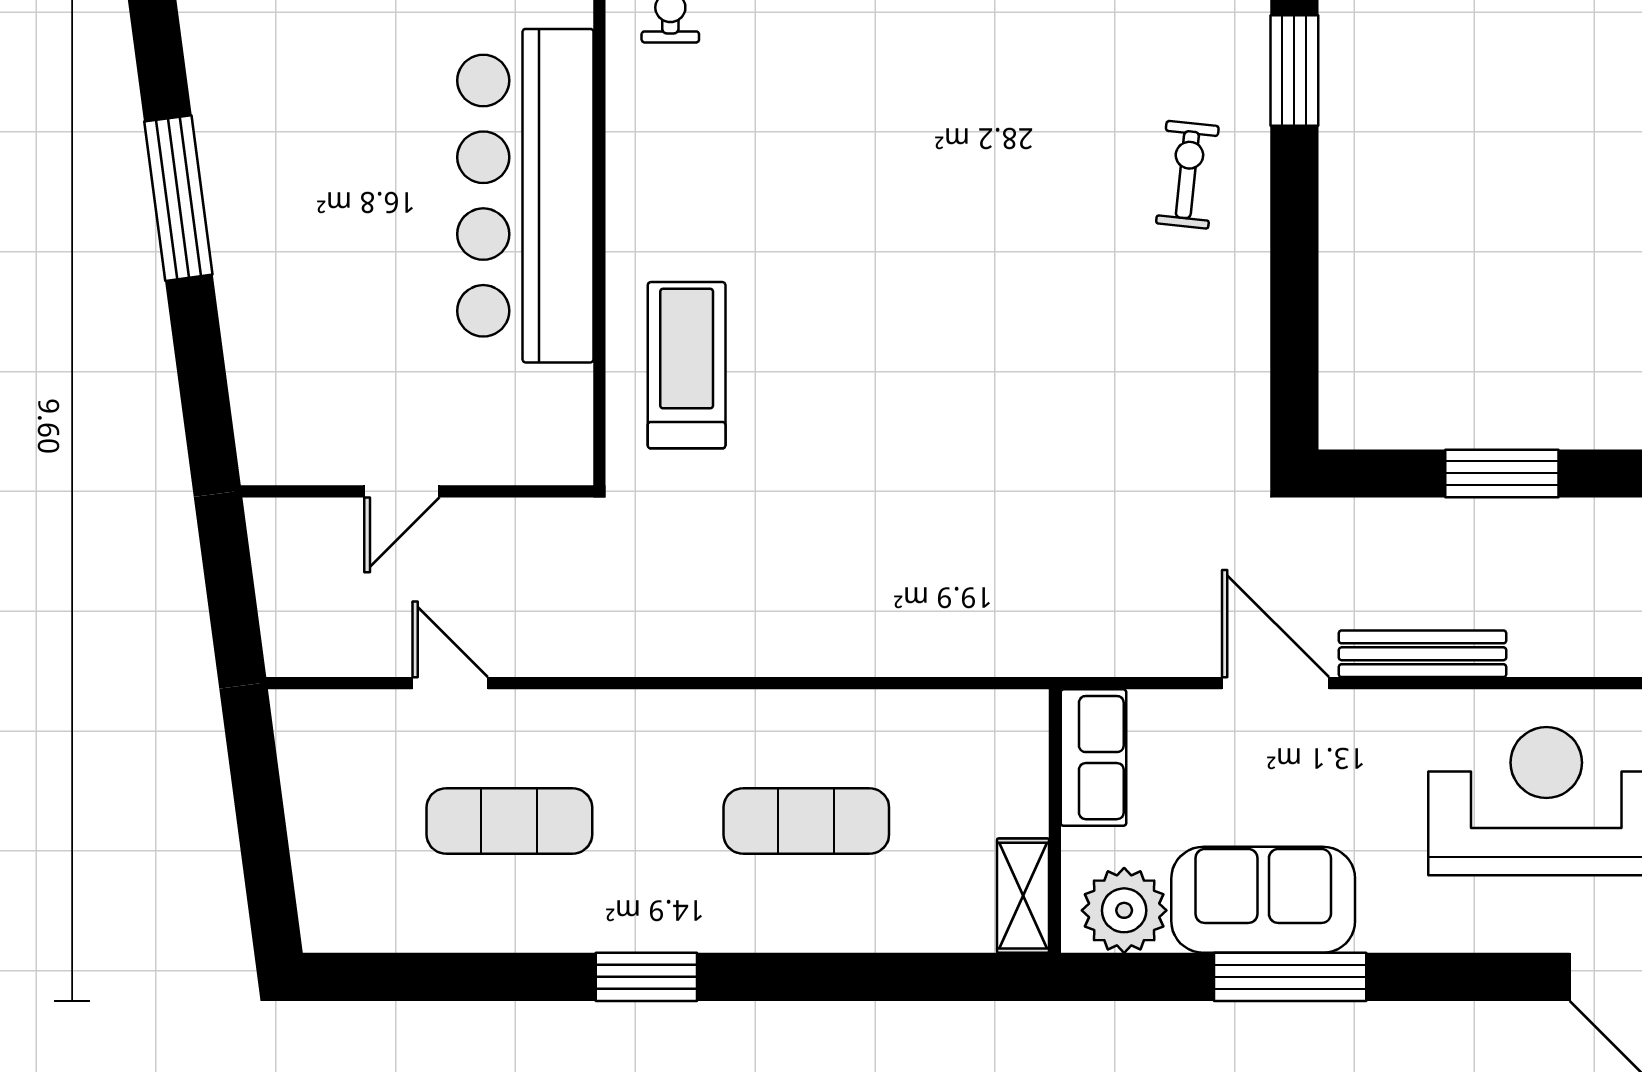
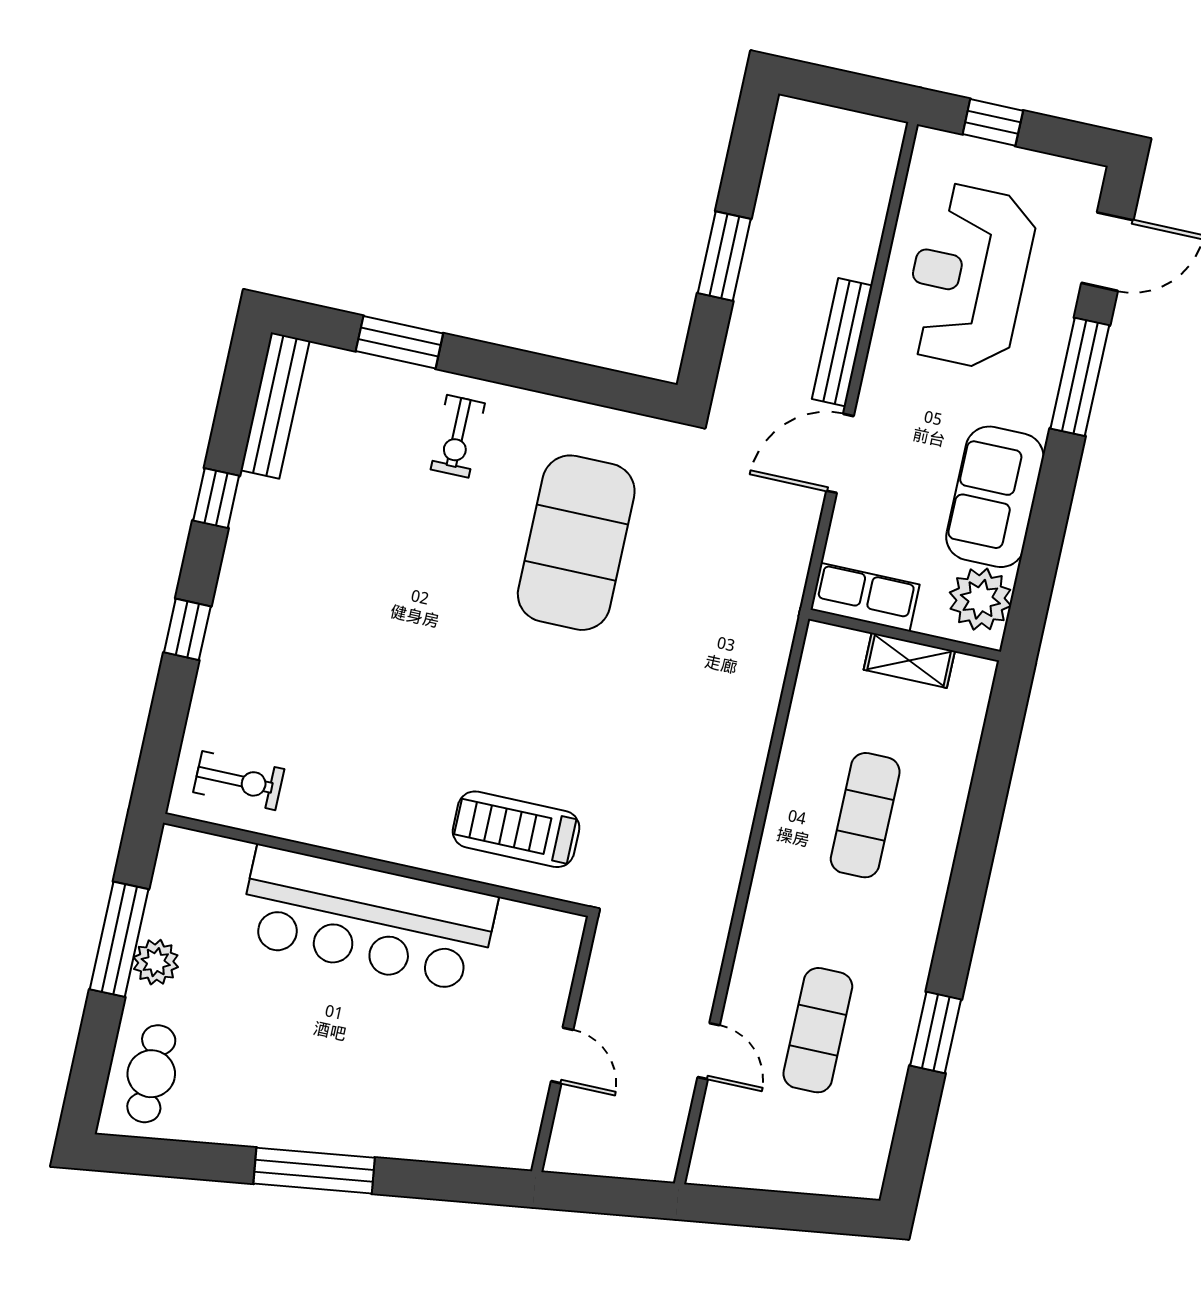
exercise bike: (1187, 175) -> (458, 436), turned -96
exercise mat: (1082, 362) -> (576, 543), added
door: (450, 683) -> (709, 1051), swing flipped
shelving: (1023, 896) -> (909, 660), moved
window: (646, 977) -> (936, 1033), moved
window: (1290, 977) -> (1080, 377), moved

